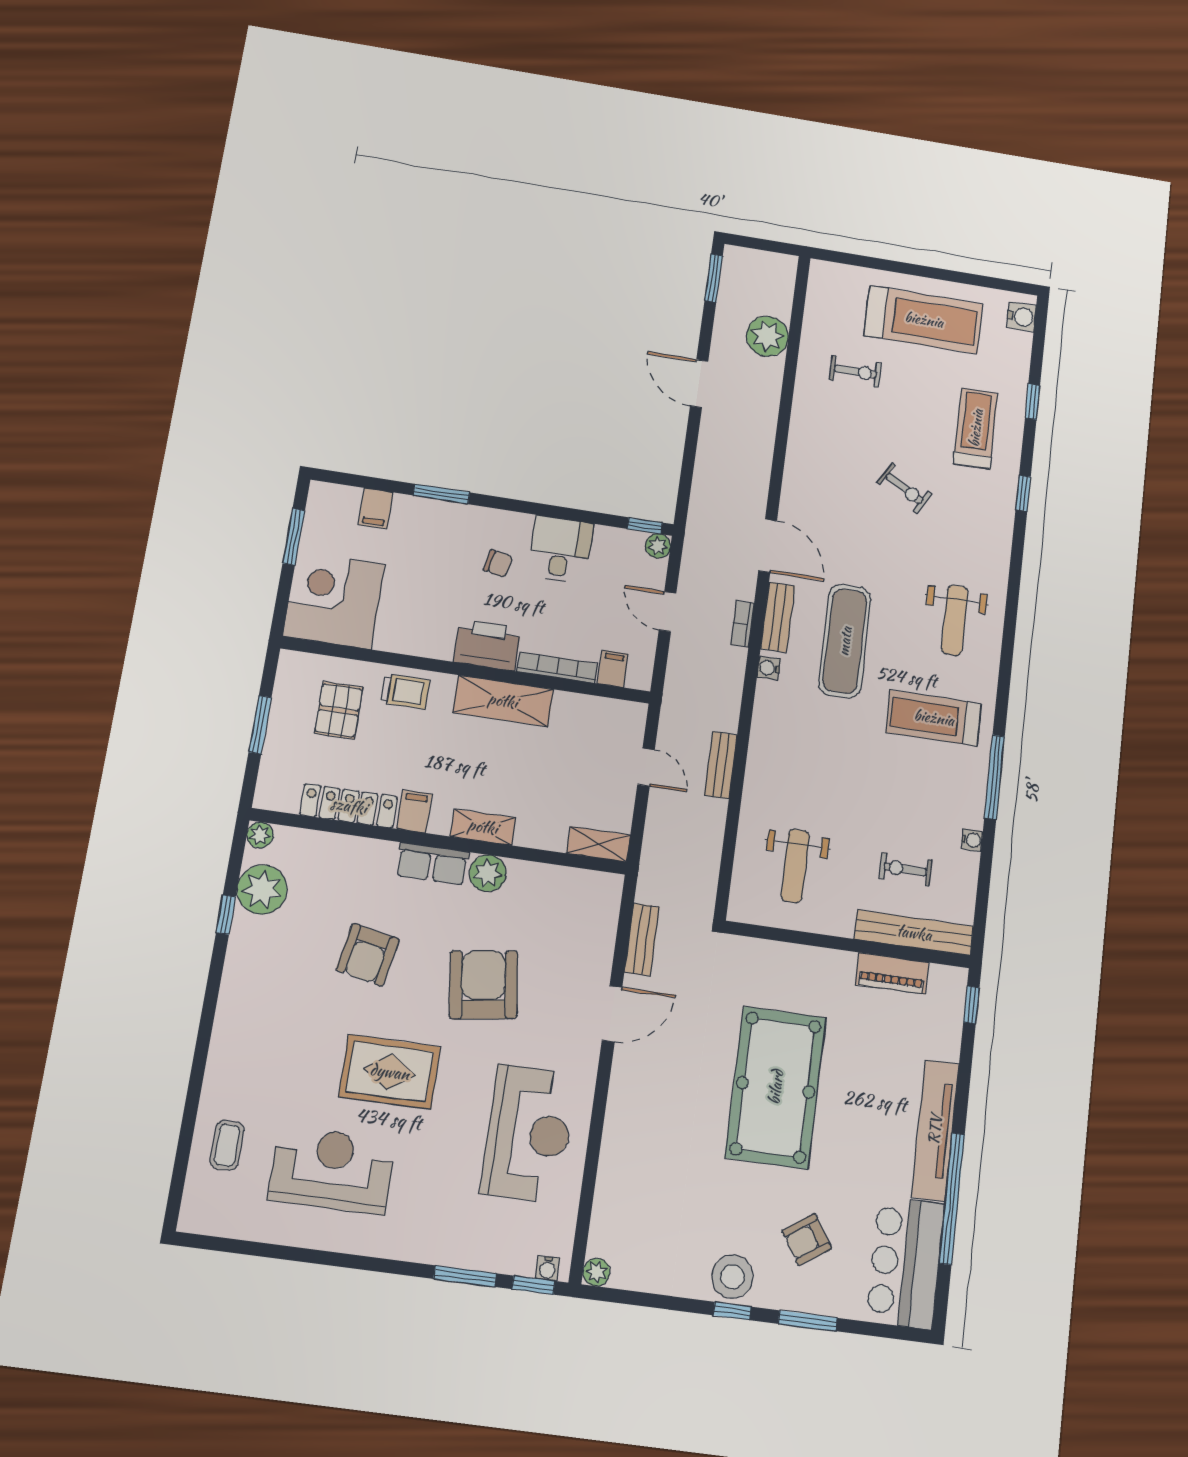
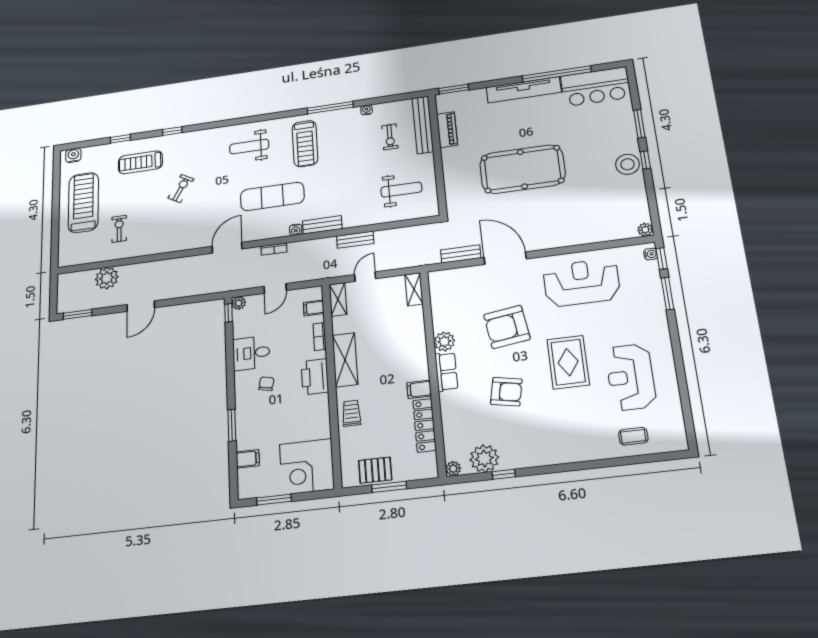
bench: (778, 617) -> (322, 225), moved
weight bench: (955, 620) -> (249, 147), turned 180
bookcase: (557, 668) -> (320, 337), width x0.64
pallet: (339, 710) -> (375, 470), moved
shelving: (483, 827) -> (338, 299), moved
window: (971, 1005) -> (454, 89), width x1.50
door: (612, 1014) -> (505, 258), width x1.36
armchair: (807, 1240) -> (598, 135), removed

